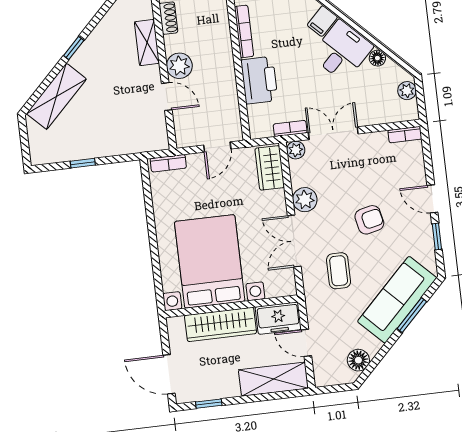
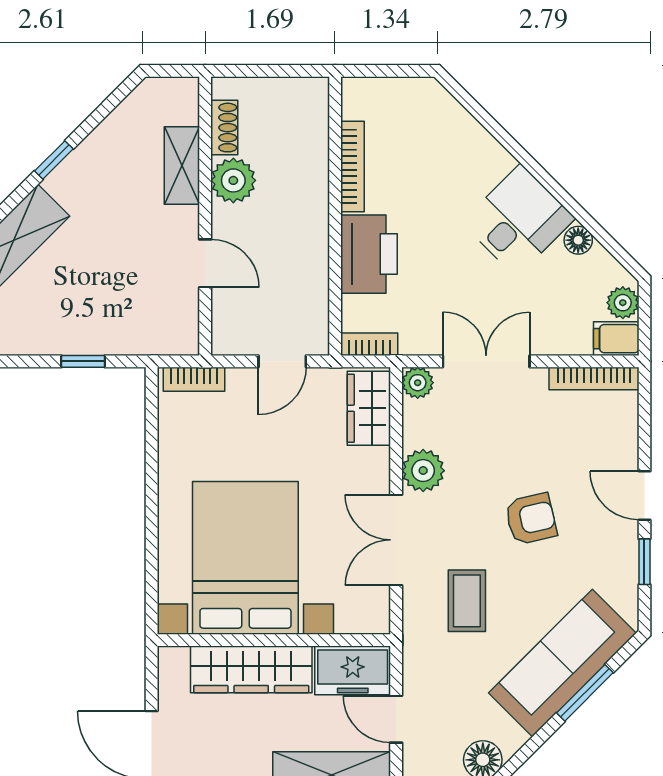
filing cabinet: (322, 21) -> (616, 339), moved, turned 45
plant: (179, 66) -> (233, 180), moved
bookcase: (290, 129) -> (369, 344), moved
bookcase: (405, 135) -> (594, 378), width x1.56
window: (83, 163) -> (83, 361), moved

